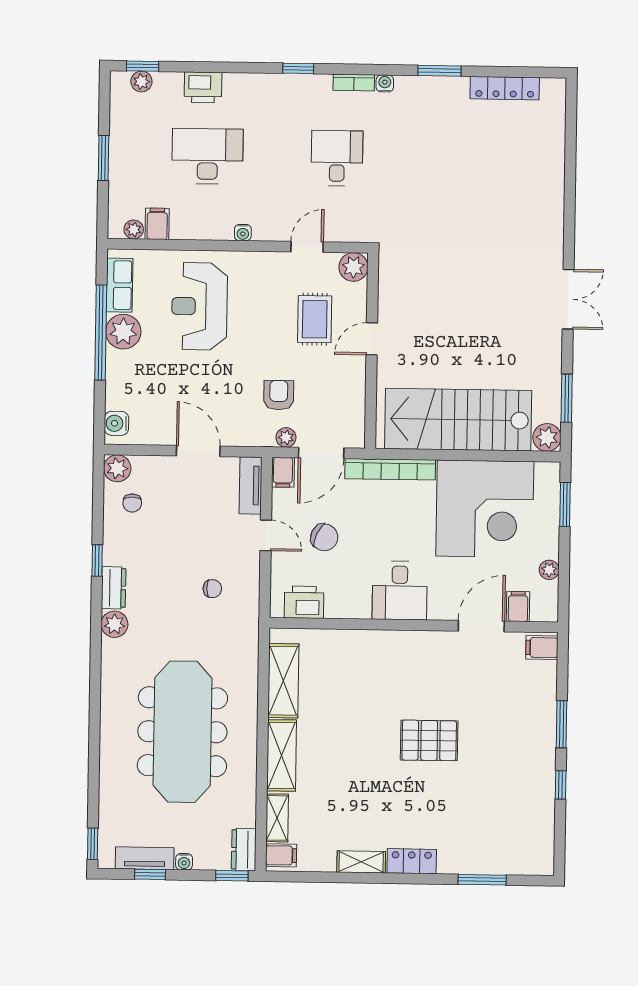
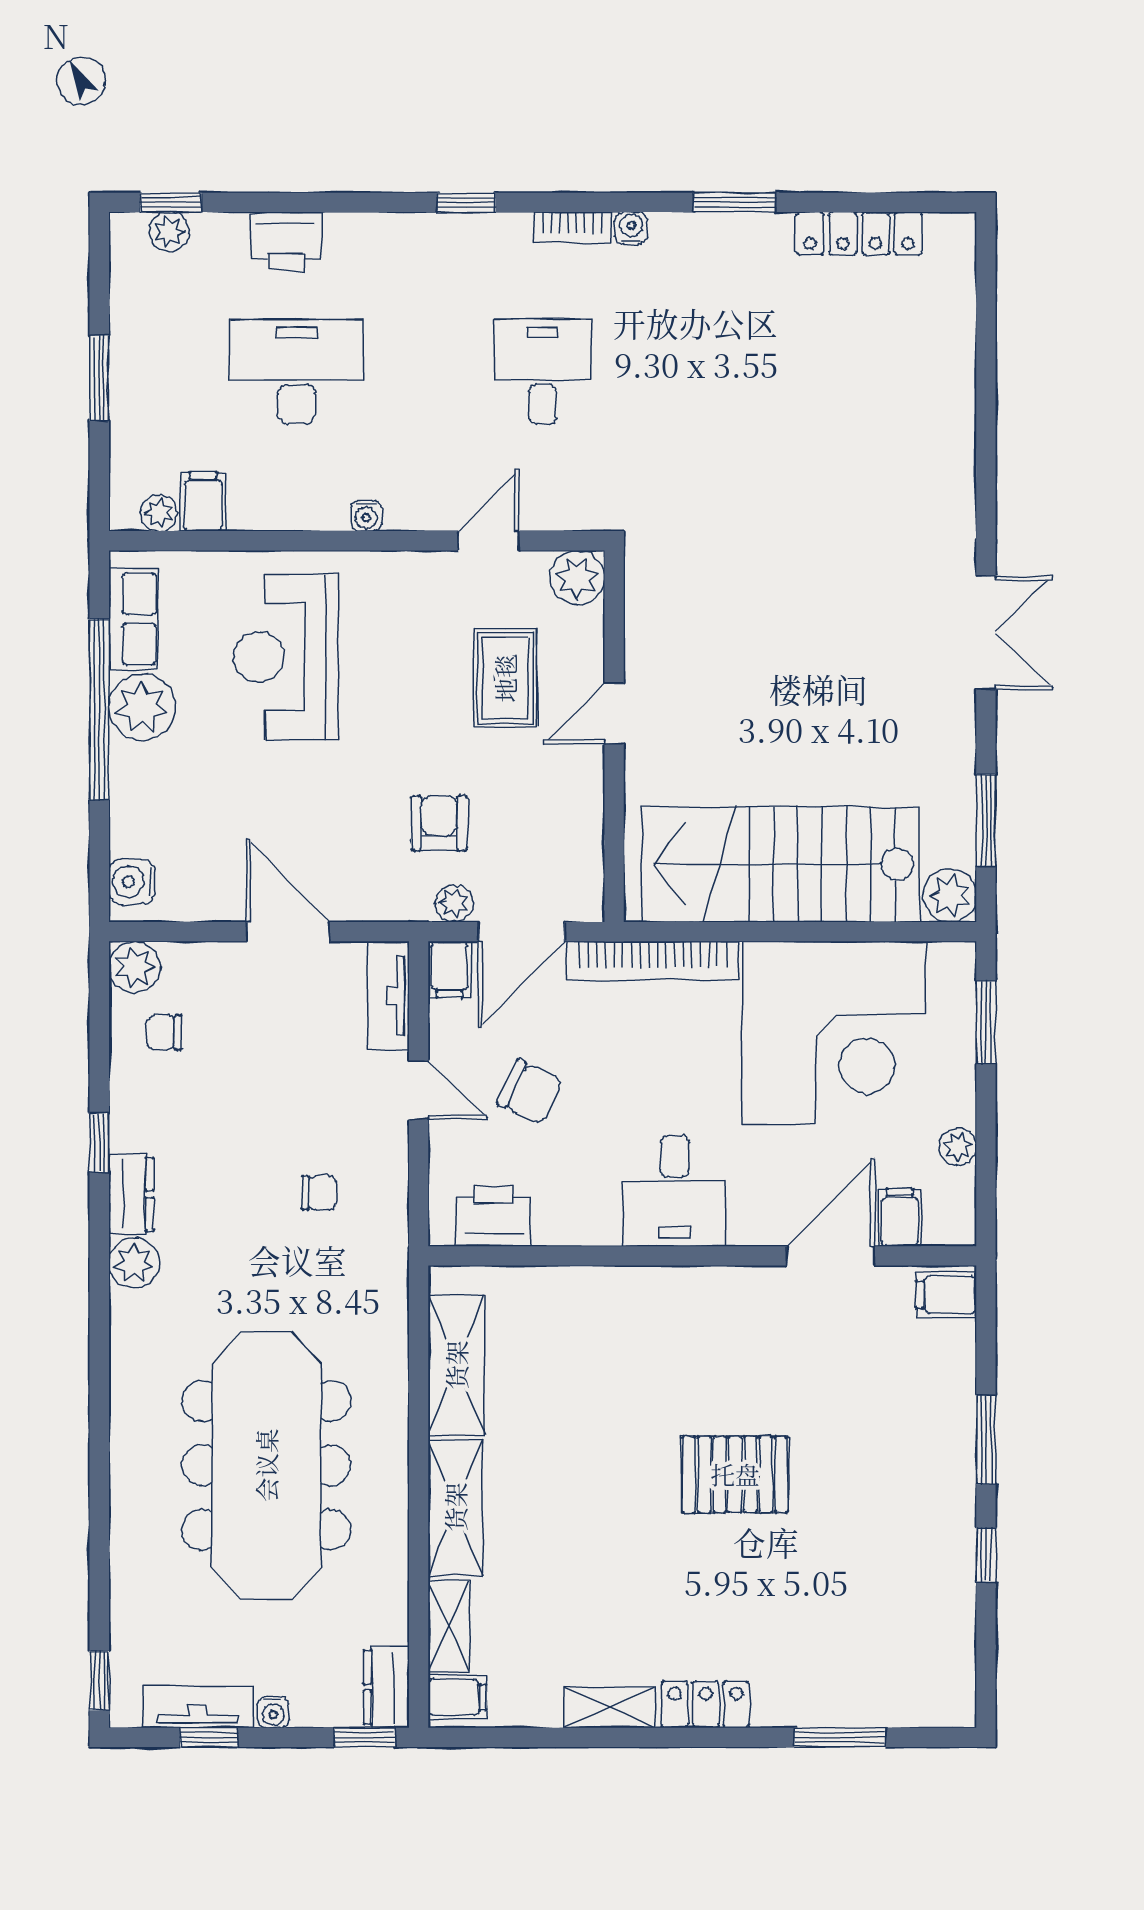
chair: (132, 503) -> (164, 1032), turned 90

